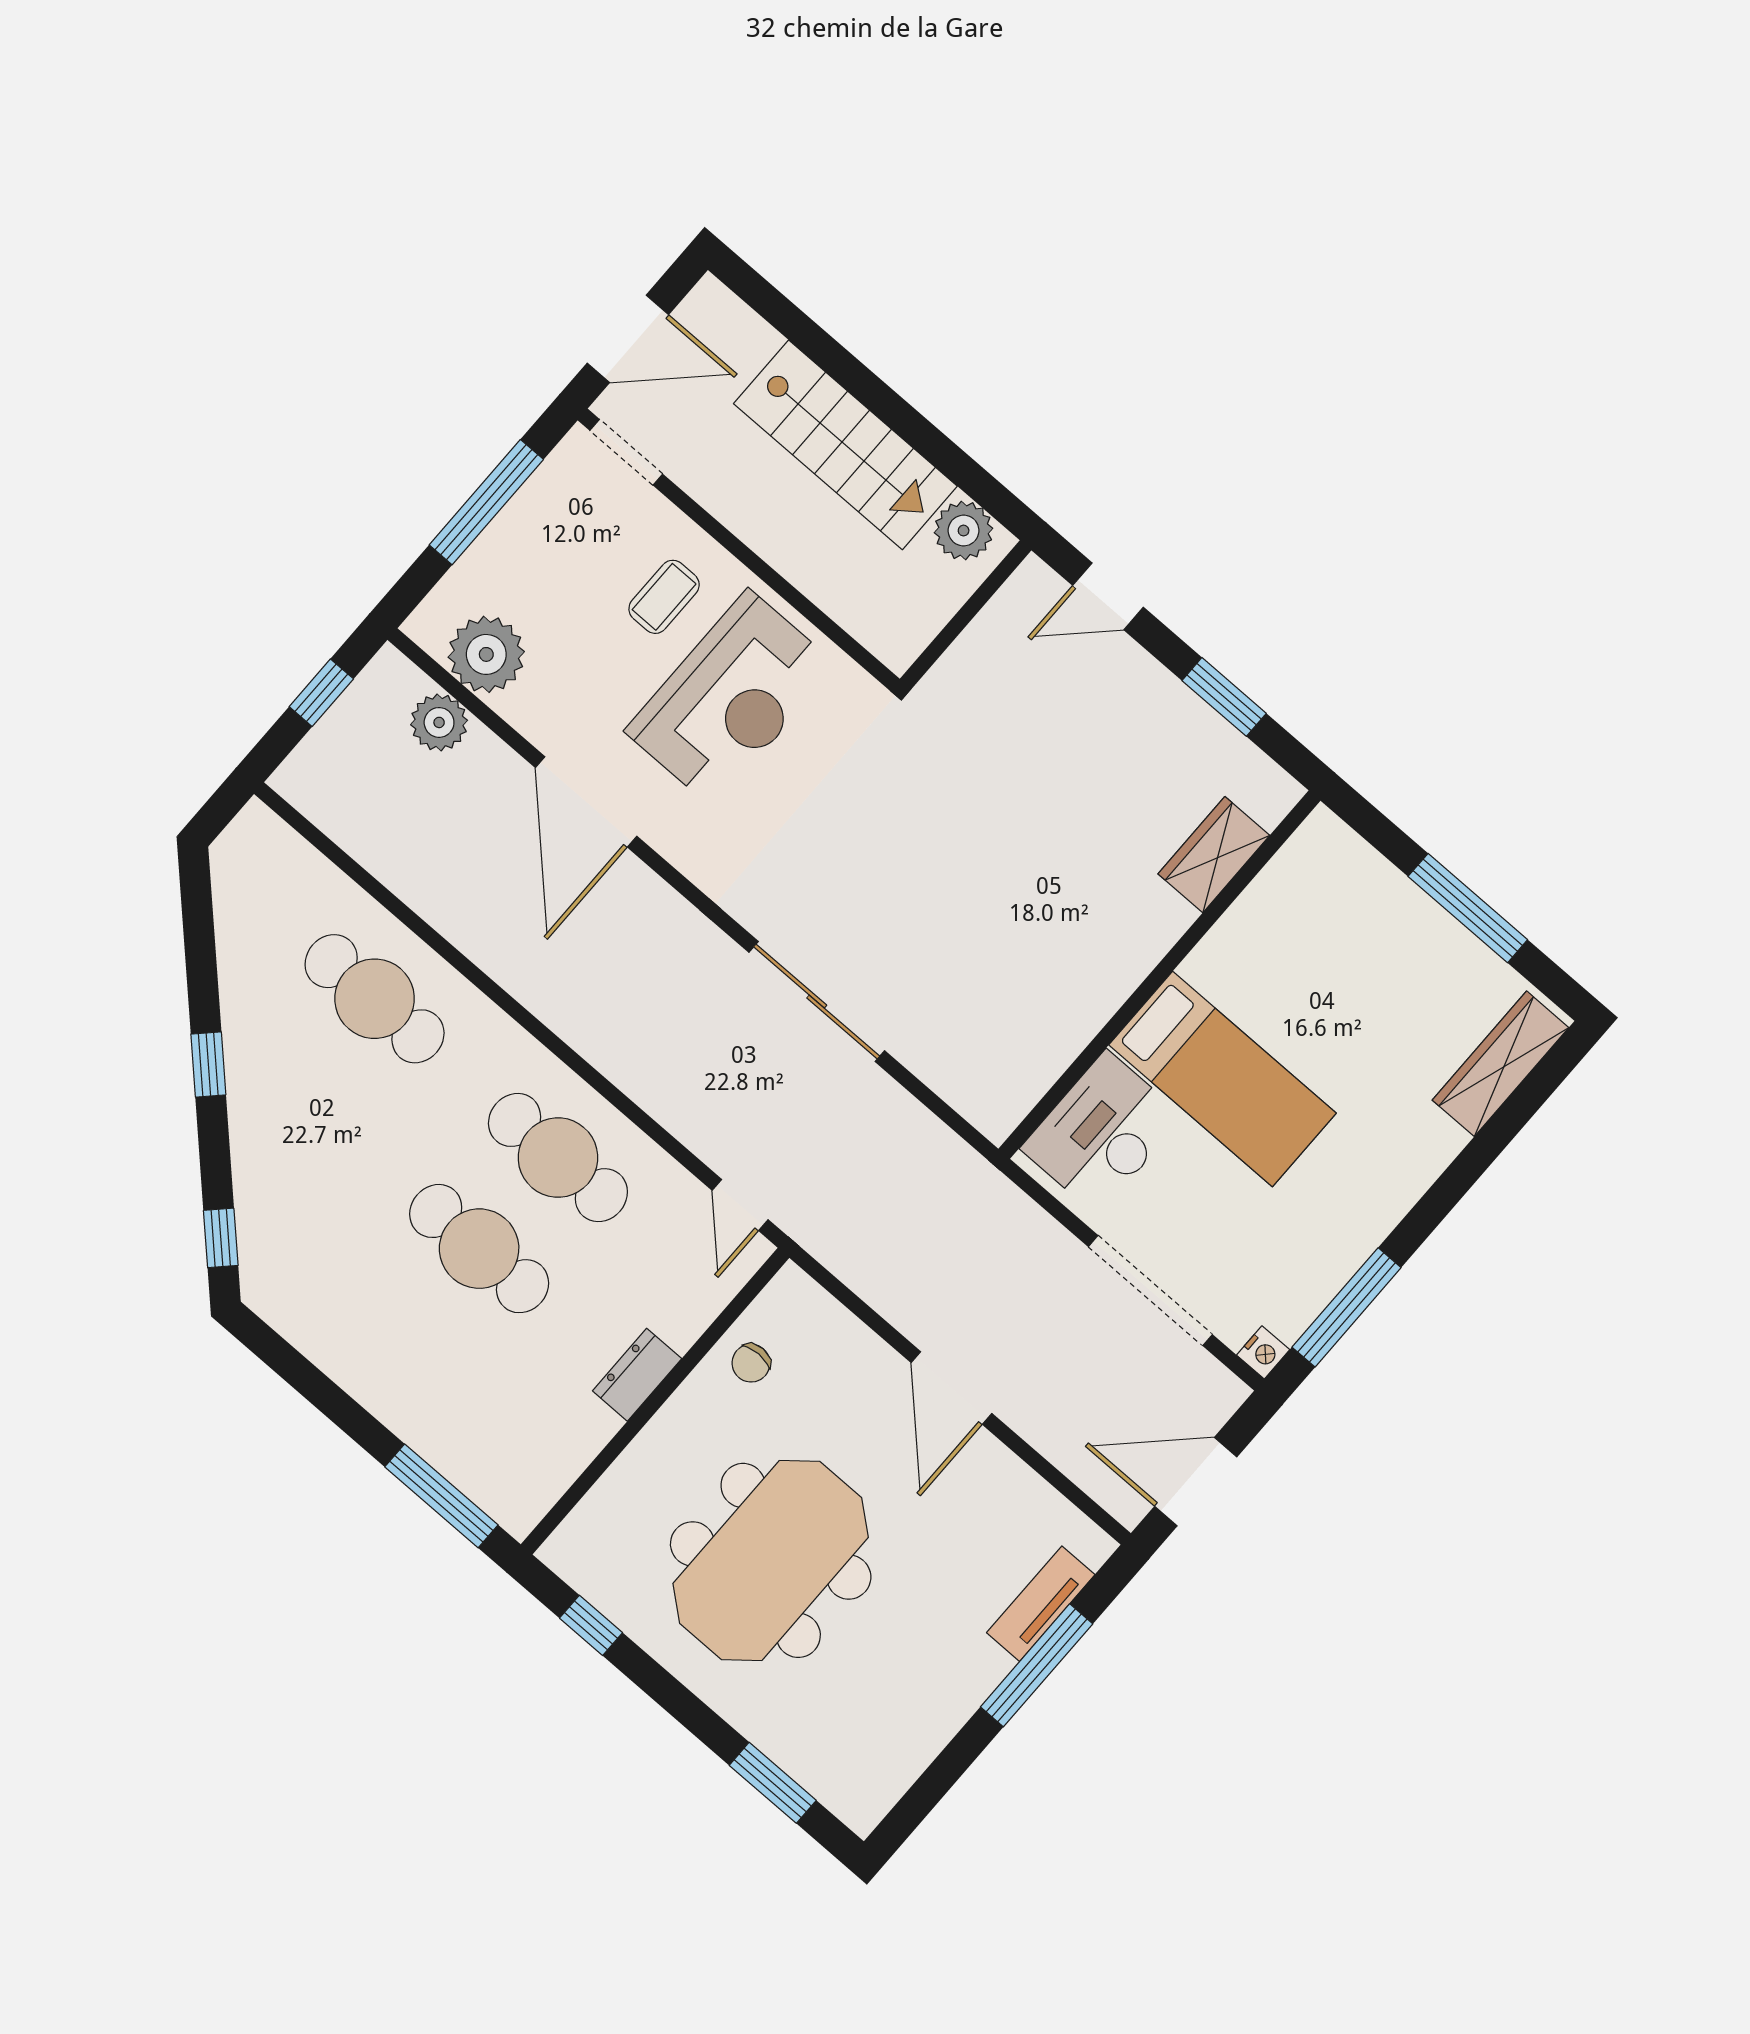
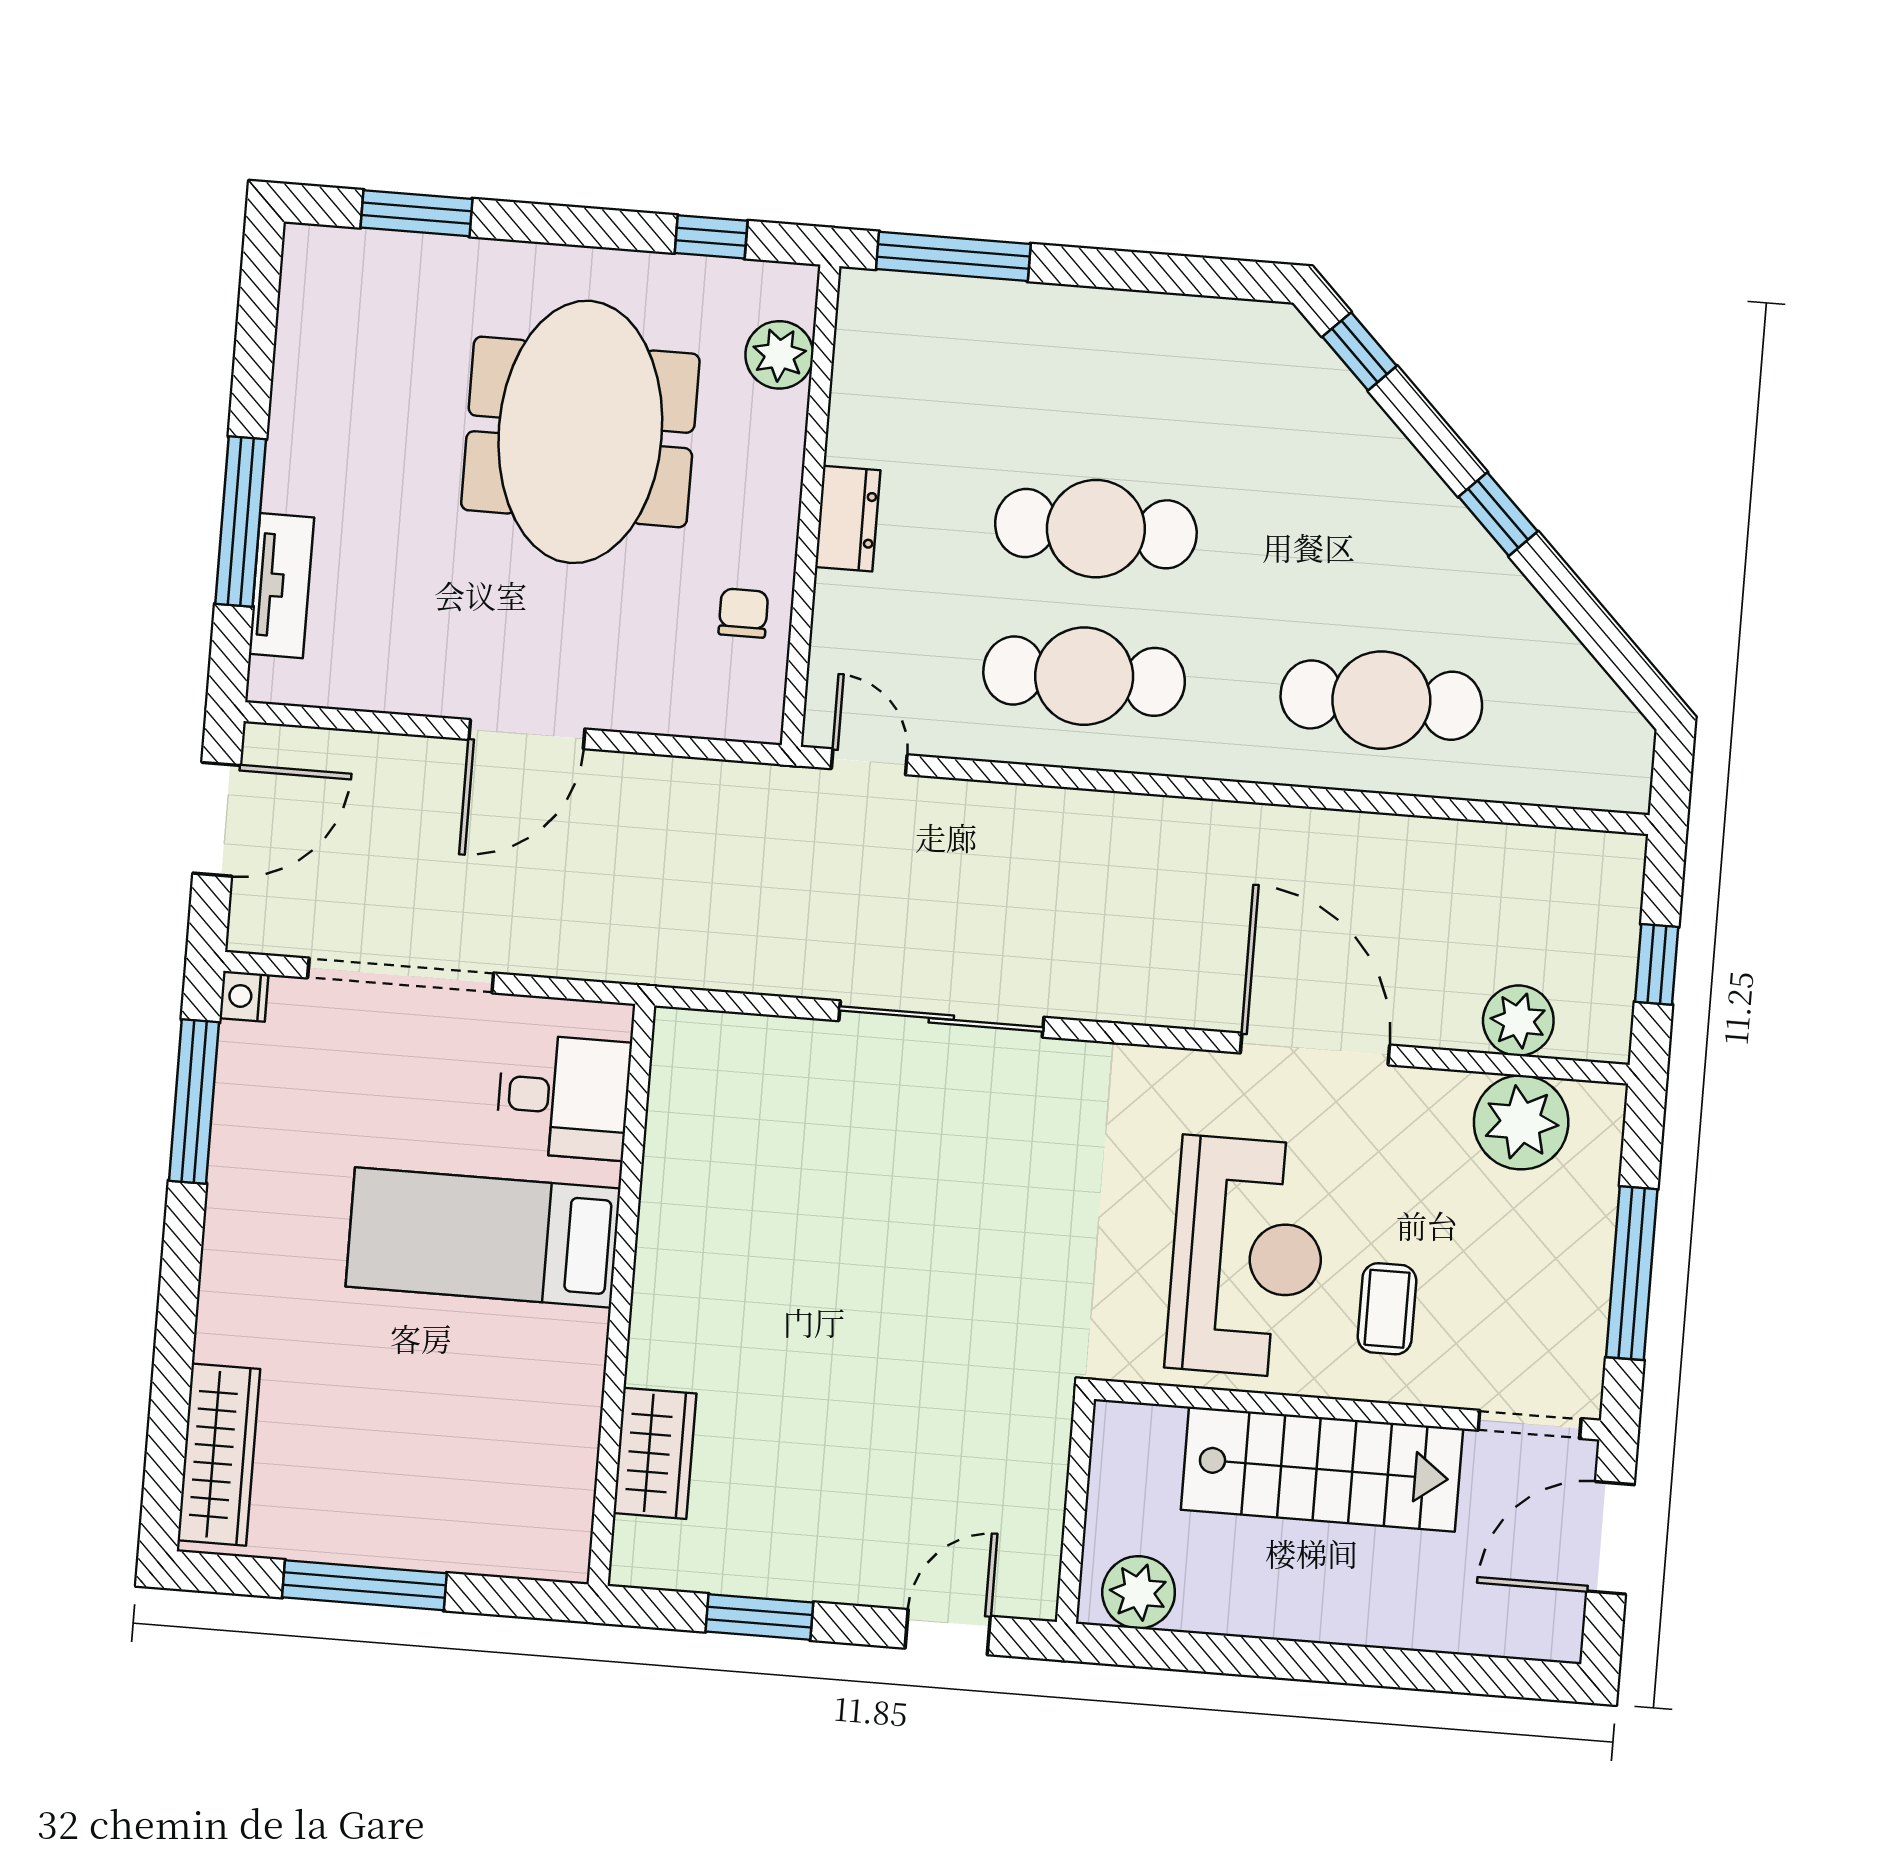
stairs: (845, 445) -> (1322, 1469), moved, turned 180
reception desk: (731, 698) -> (1247, 1257), turned 180
desk: (1102, 1133) -> (564, 1097), width x0.73
door: (951, 1388) -> (527, 734), swing flipped
plant: (603, 1515) -> (779, 355), added

